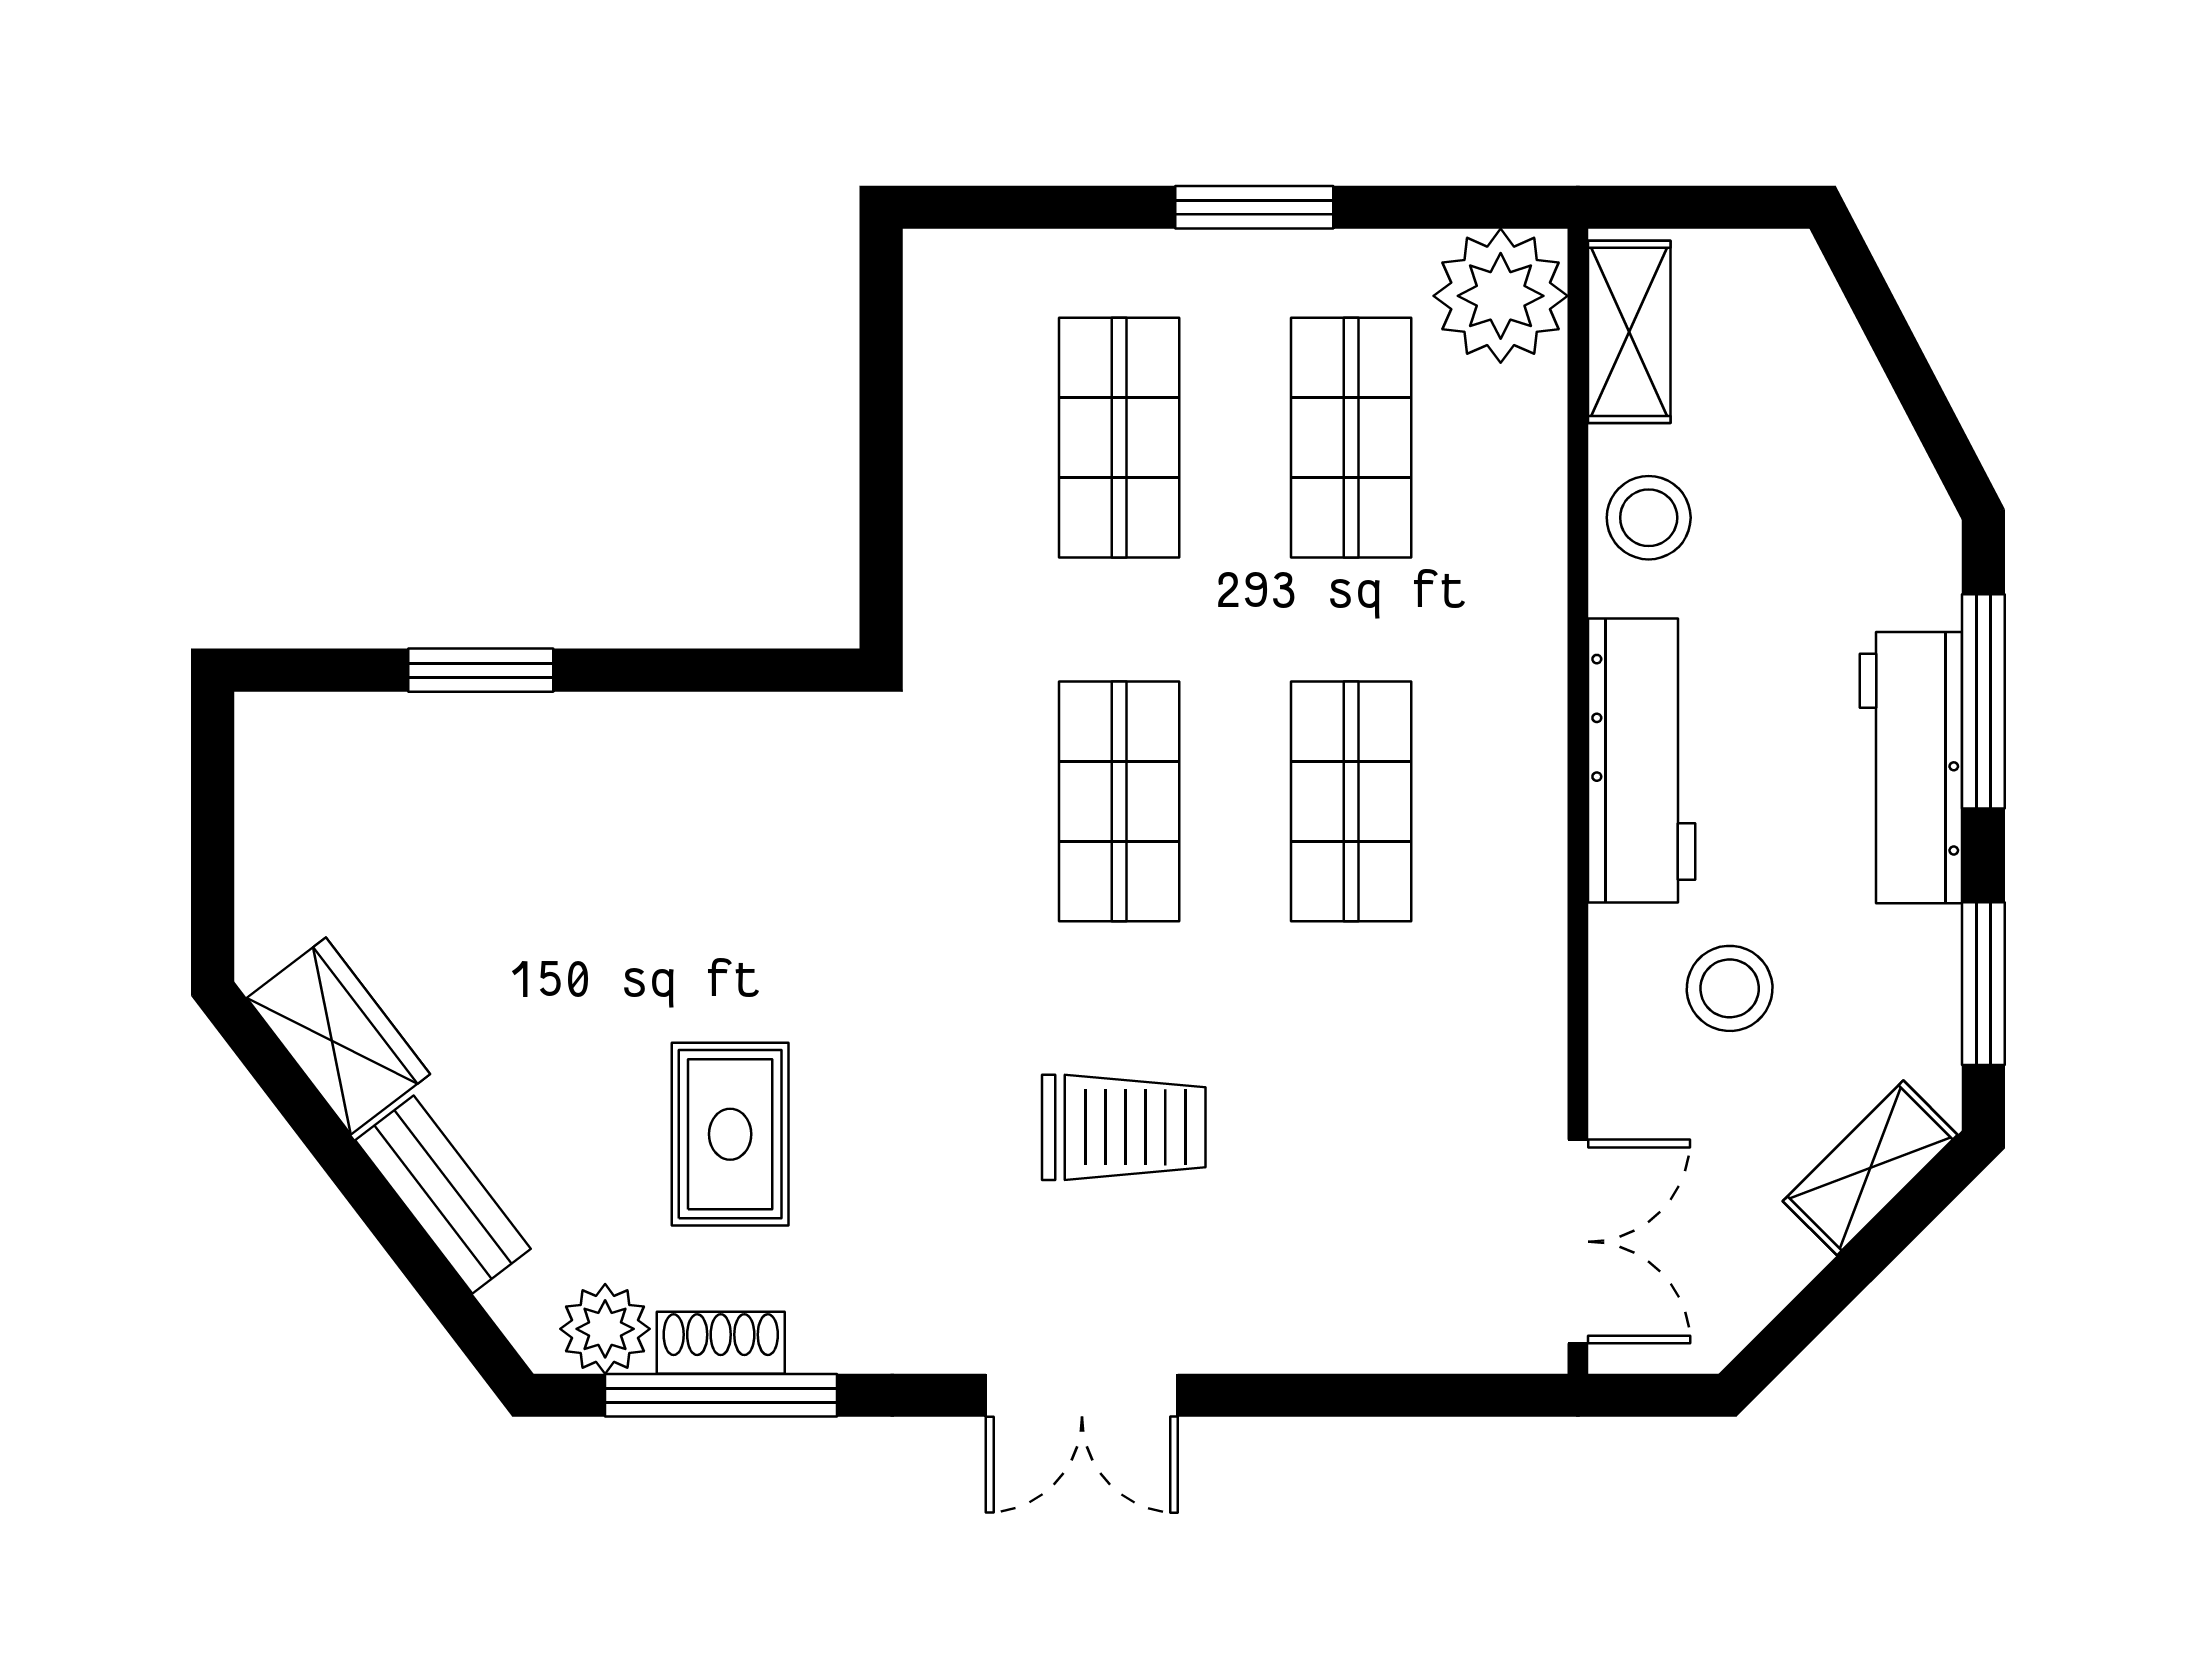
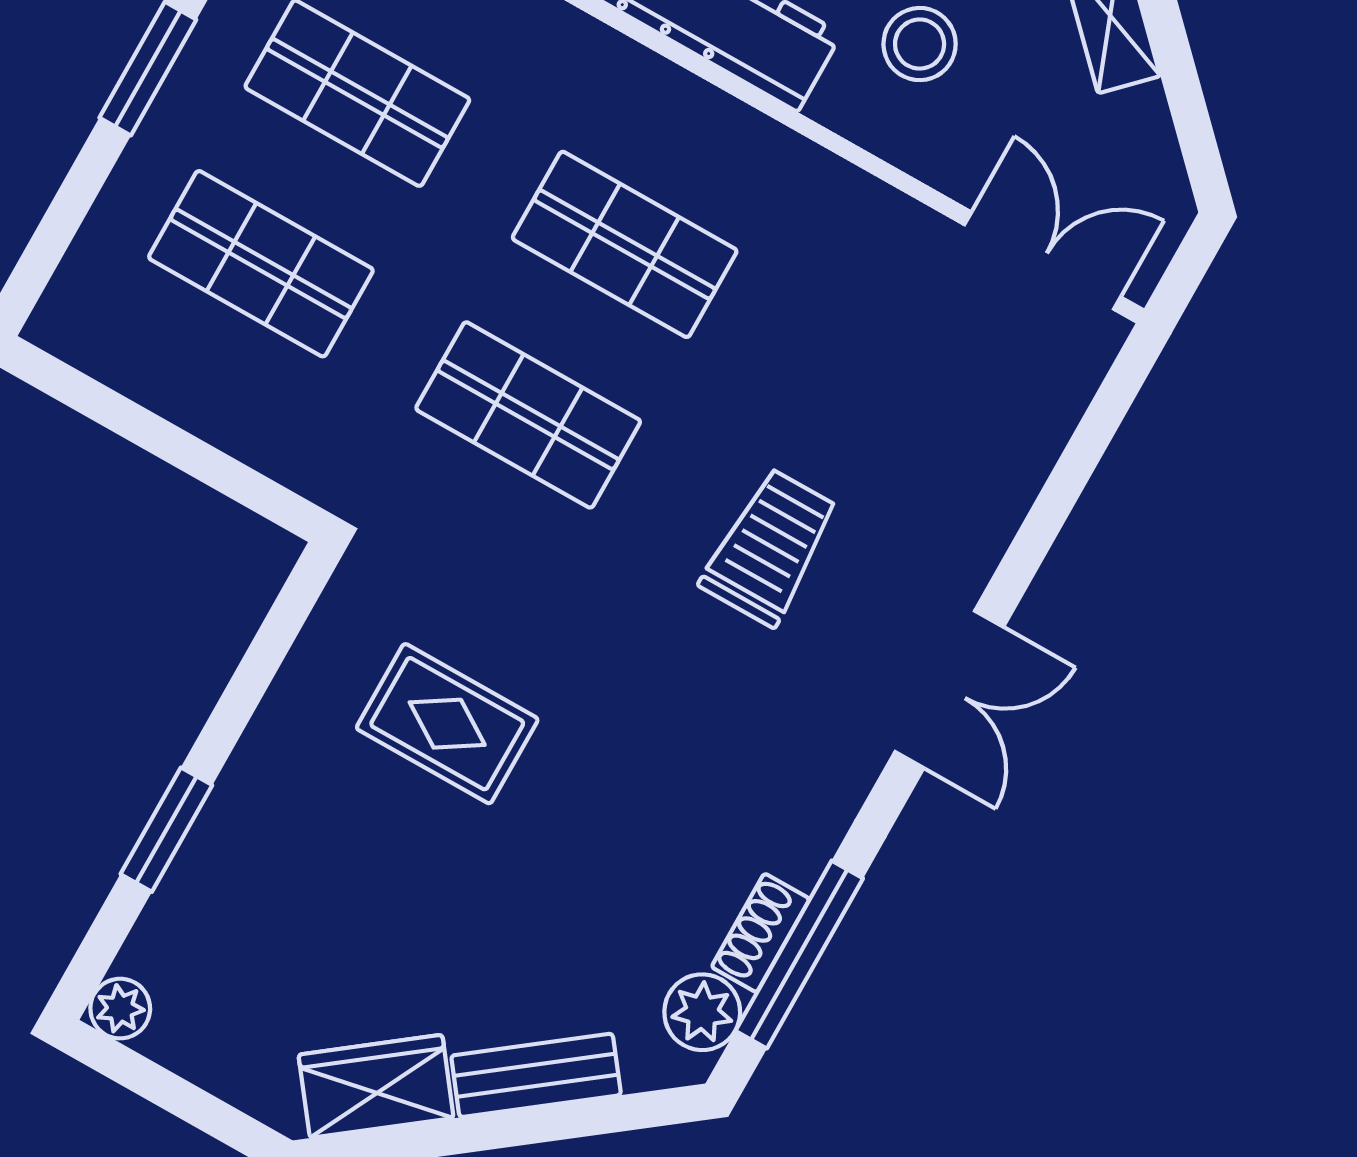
plant: (269, 727) -> (120, 1009), added
rug: (730, 1134) -> (447, 724), moved

